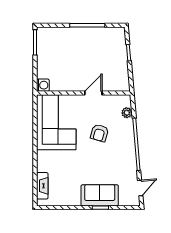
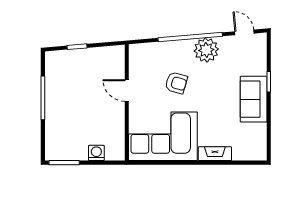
washing machine: (43, 85) -> (96, 153), moved
plant: (127, 113) -> (206, 50), moved, width x1.88, depth x1.88
fireplace: (42, 186) -> (215, 154), moved
sofa: (100, 195) -> (254, 99), moved

